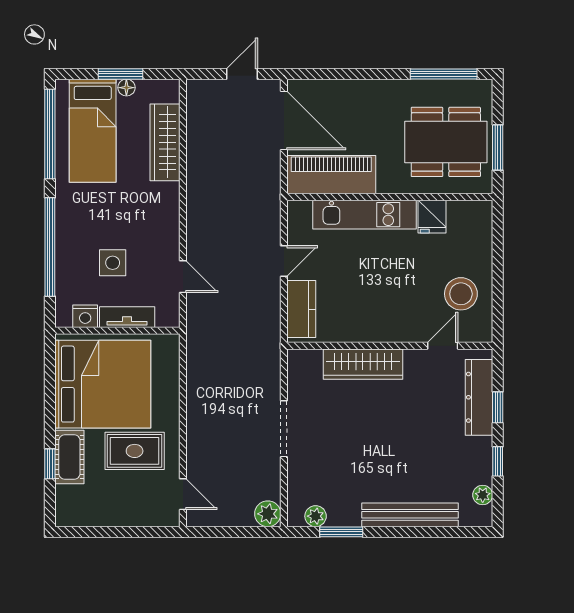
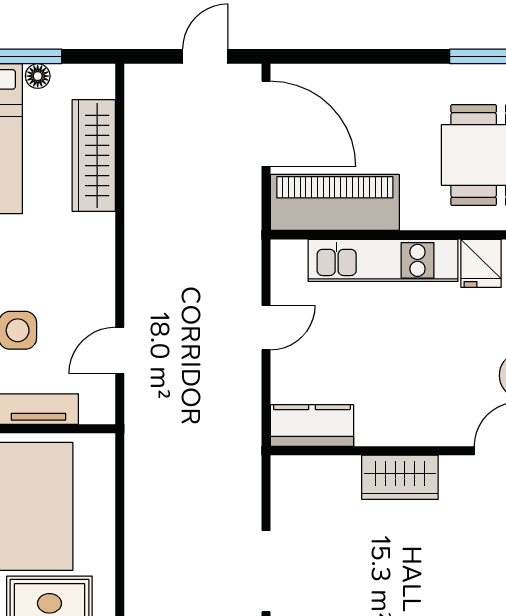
door: (183, 277) -> (120, 350), swing flipped
kitchen counter: (301, 309) -> (312, 425), moved, turned -90
wardrobe: (363, 364) -> (400, 477), width x0.67

